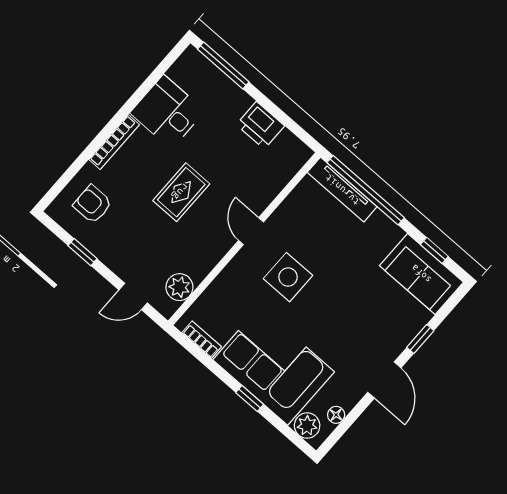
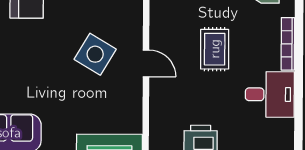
side table: (288, 277) -> (95, 54), turned 31

